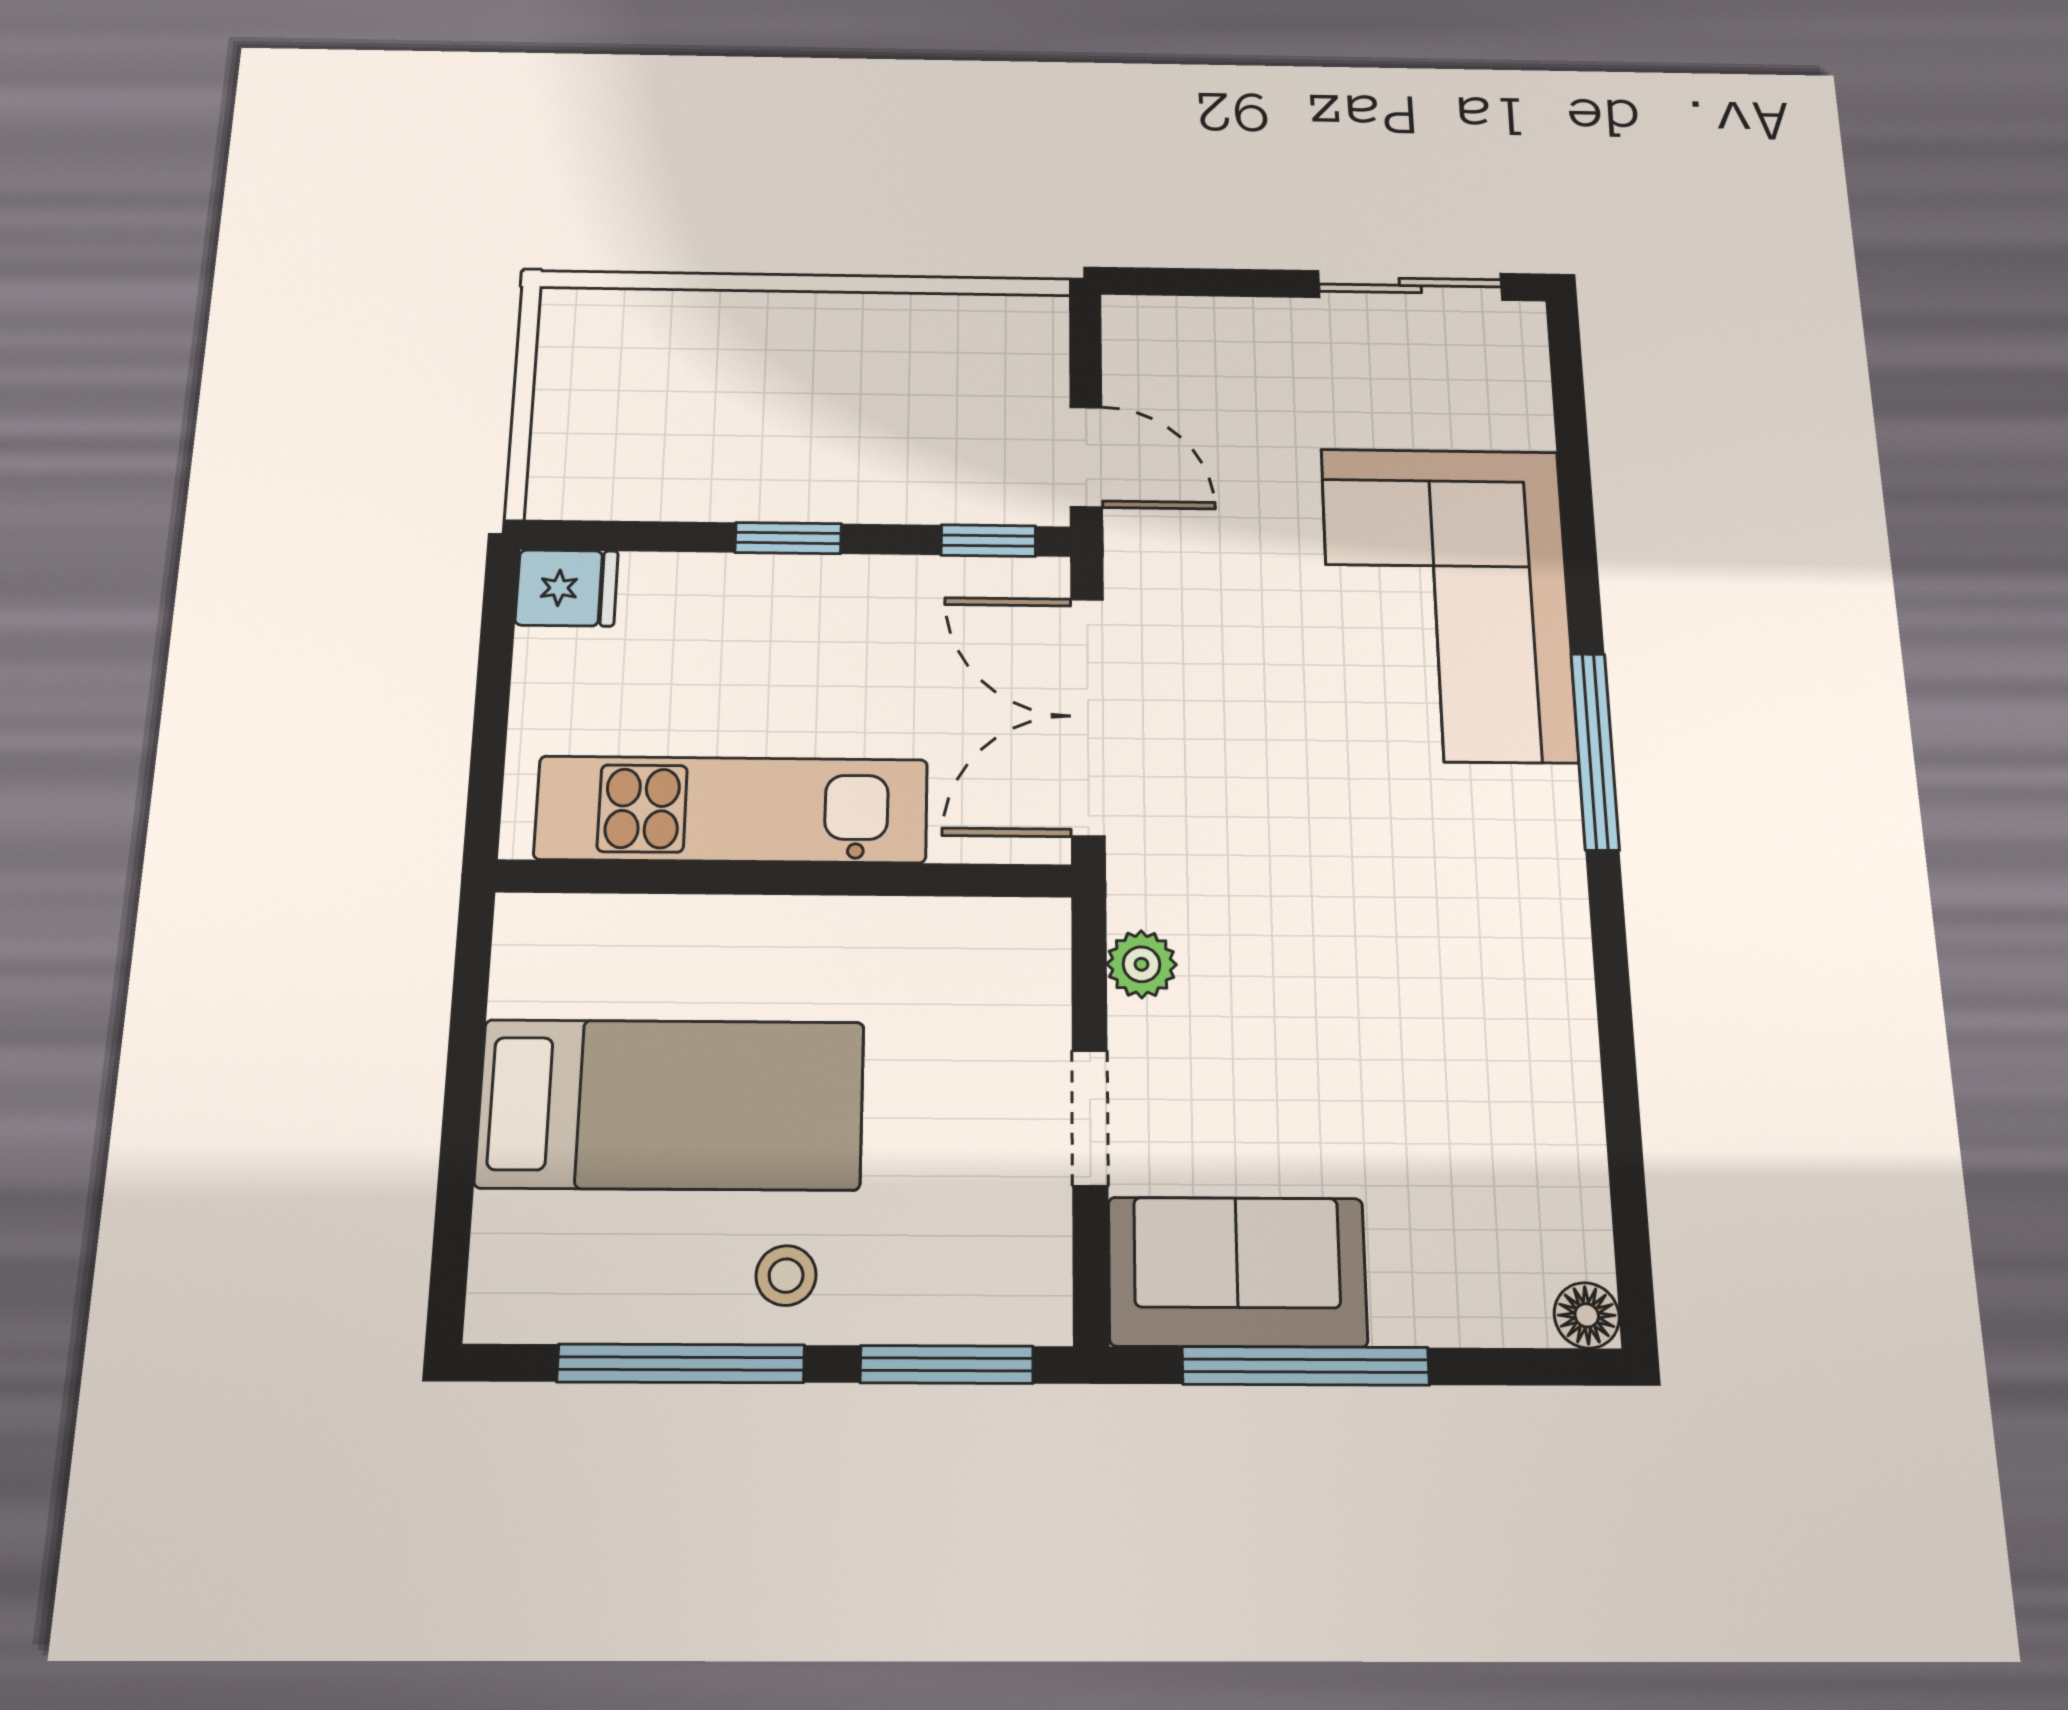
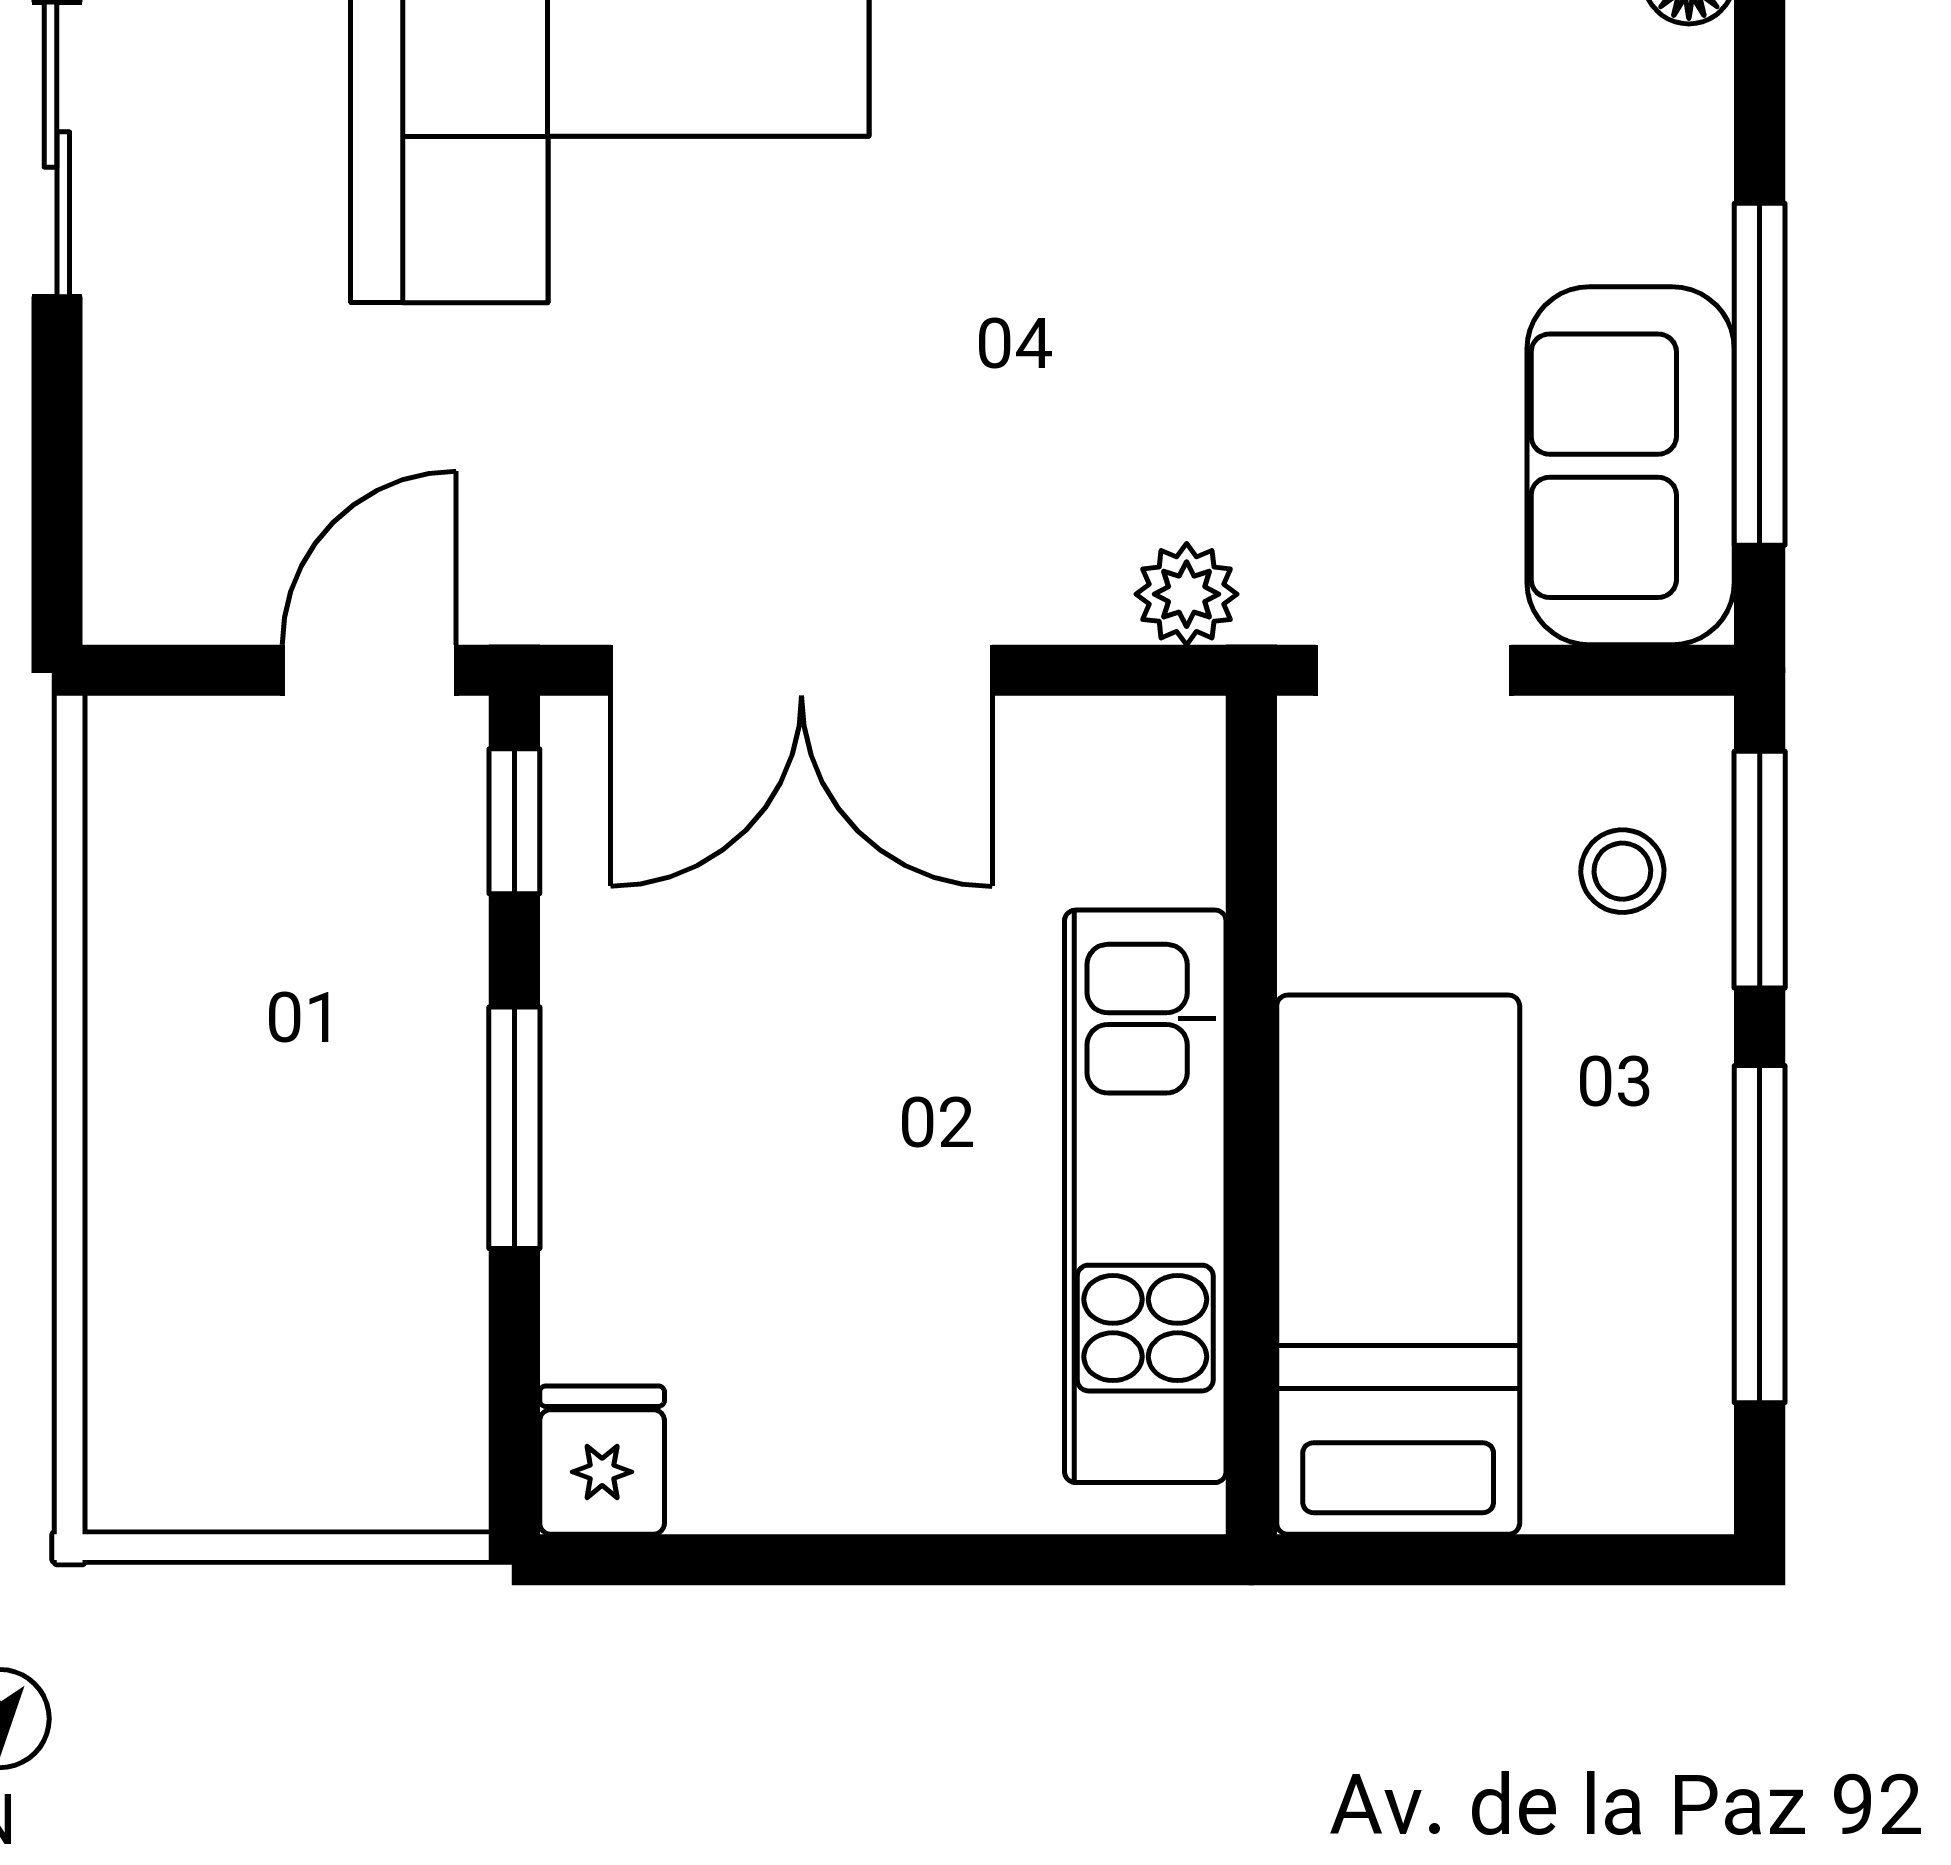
window: (788, 538) -> (514, 1128), width x1.50
kitchen unit: (732, 809) -> (1145, 1196), moved
wall: (785, 878) -> (1251, 1115), moved
stool: (786, 1276) -> (1622, 871), moved

